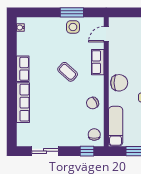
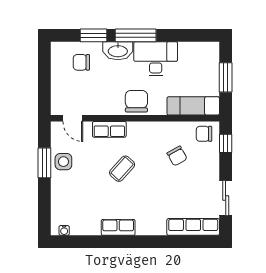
row of seats: (23, 103) -> (193, 227), moved
chair: (93, 103) -> (177, 156), moved

